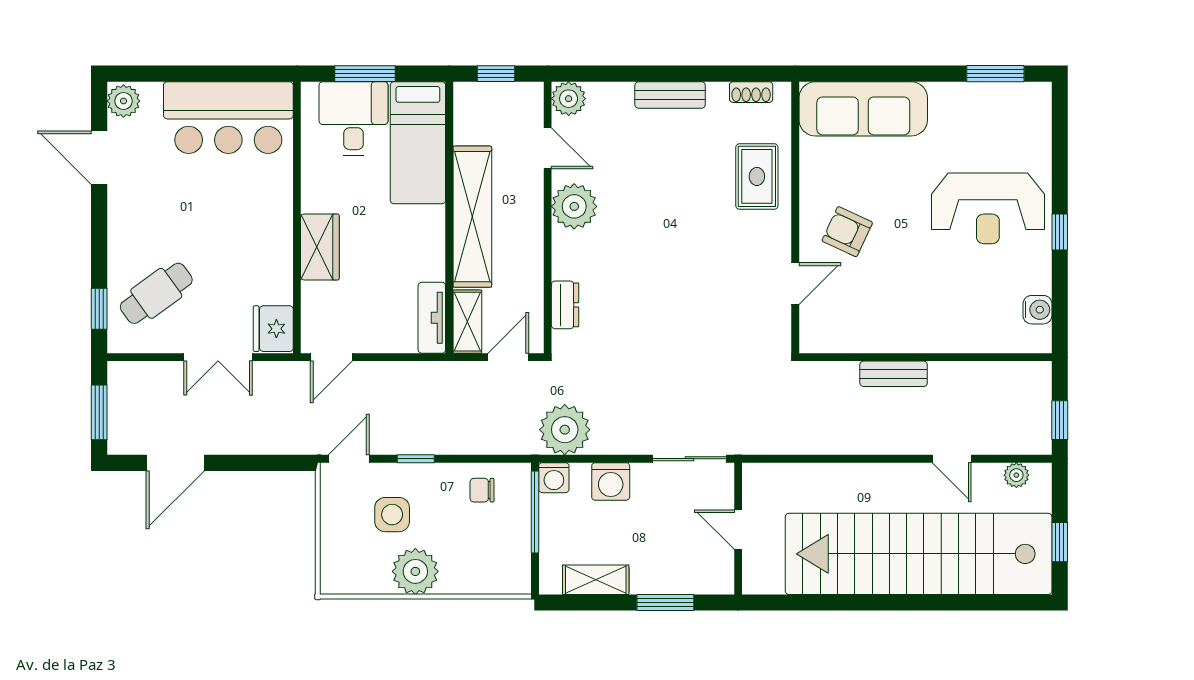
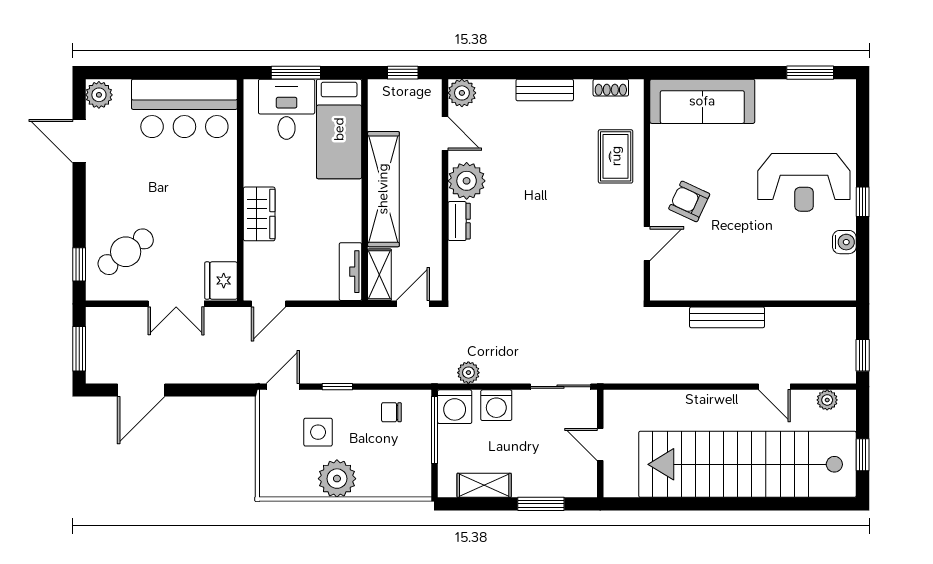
dresser: (565, 305) -> (459, 221), moved
water cooler: (1037, 310) -> (844, 242), moved
bench: (894, 374) -> (727, 317), width x1.36
plant: (565, 430) -> (468, 373), width x0.53, depth x0.53
washing machine: (554, 478) -> (455, 407), width x1.38, depth x1.38

